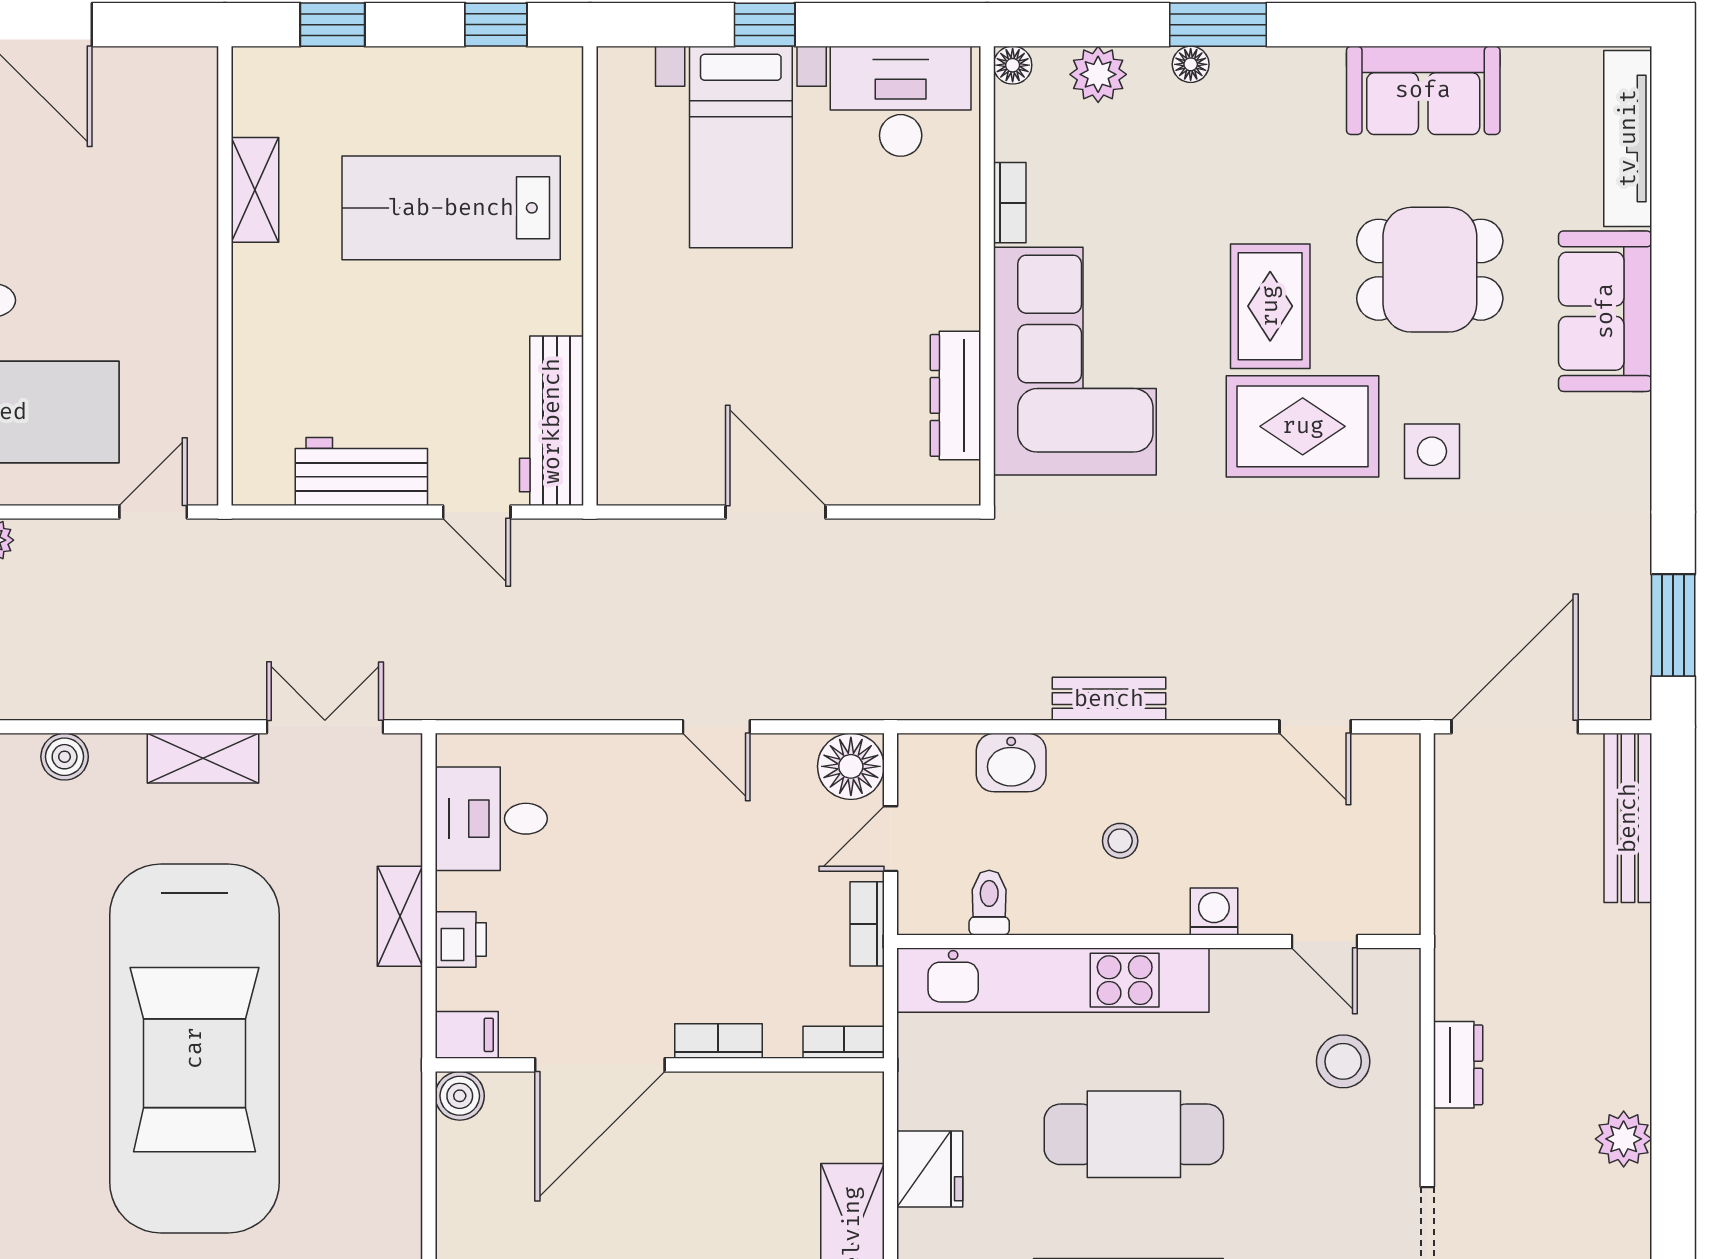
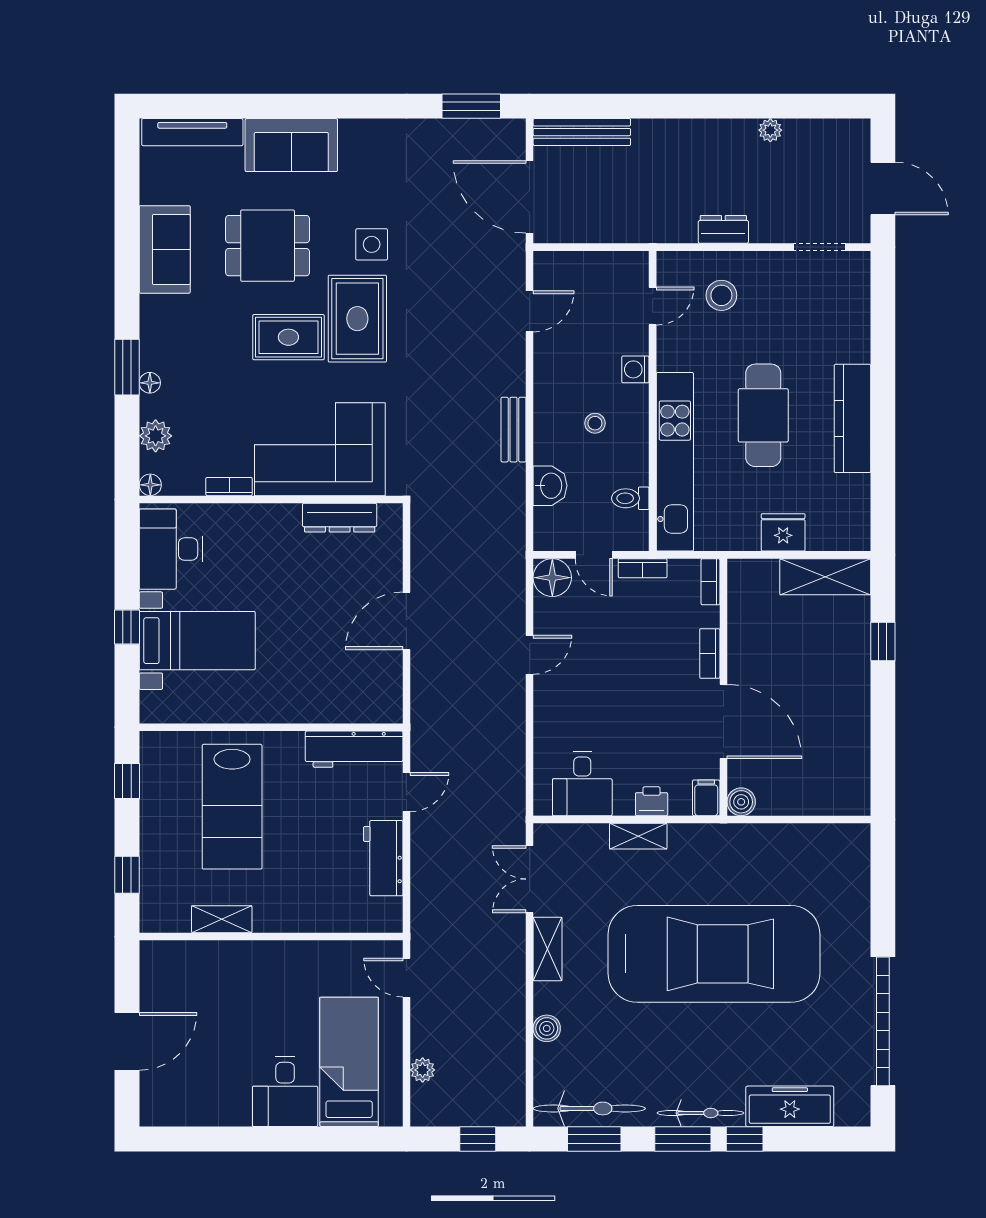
dining table: (1430, 270) -> (268, 246), turned 90
plant: (1624, 1139) -> (770, 130), width x0.73, depth x0.73

